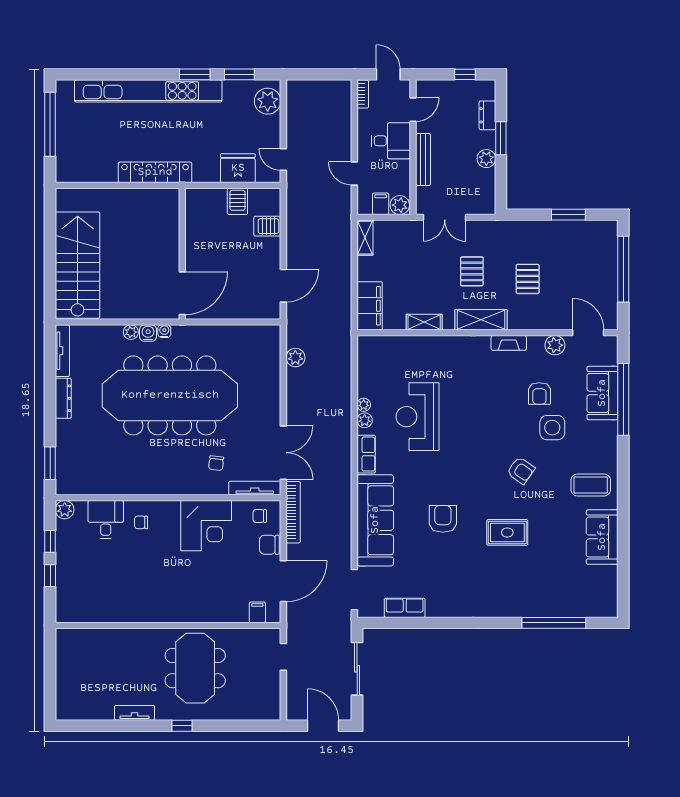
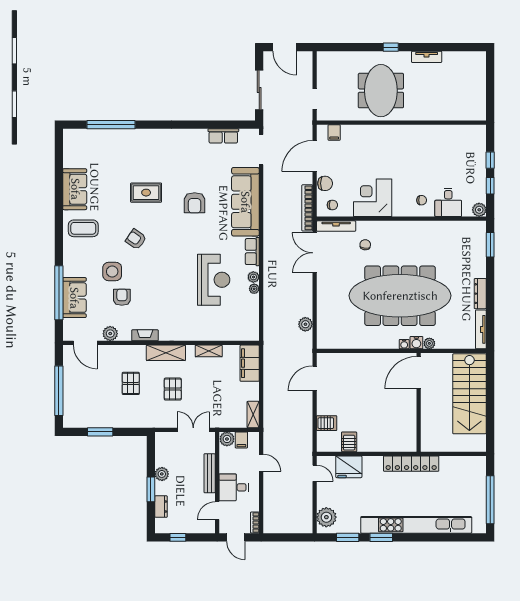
wall: (182, 254) -> (419, 402), moved
door: (182, 293) -> (419, 373), moved

